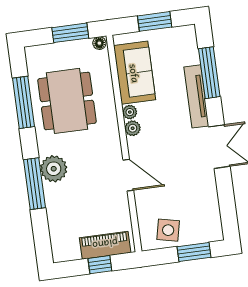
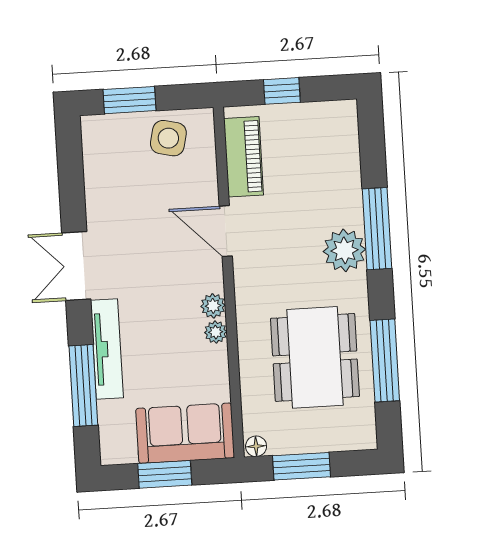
sofa: (135, 73) -> (185, 433), moved, turned 90
piano: (105, 245) -> (244, 157), moved, turned -90

